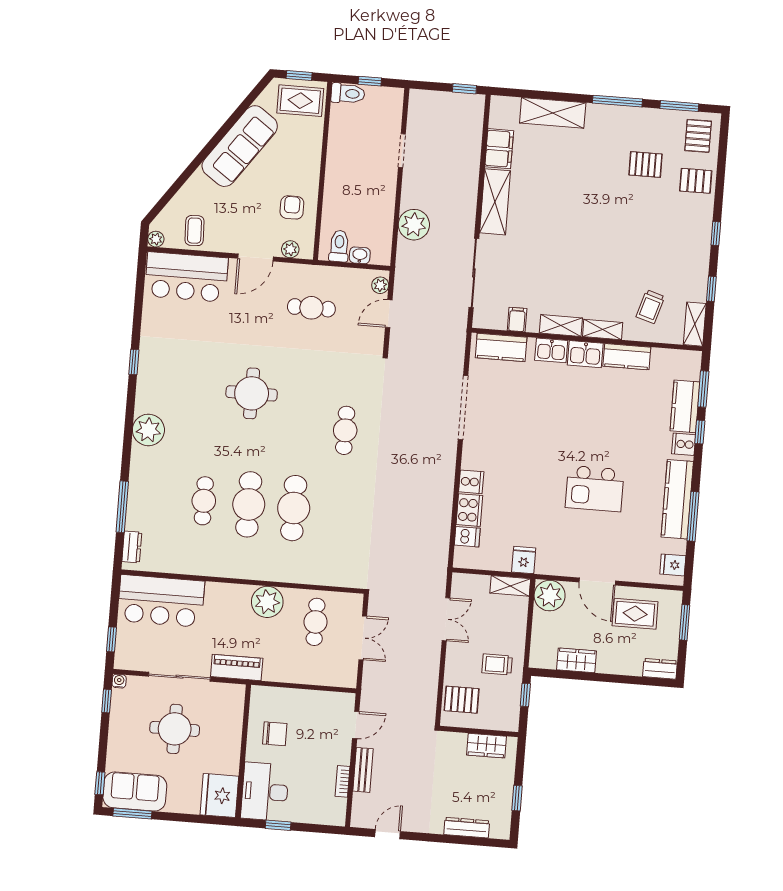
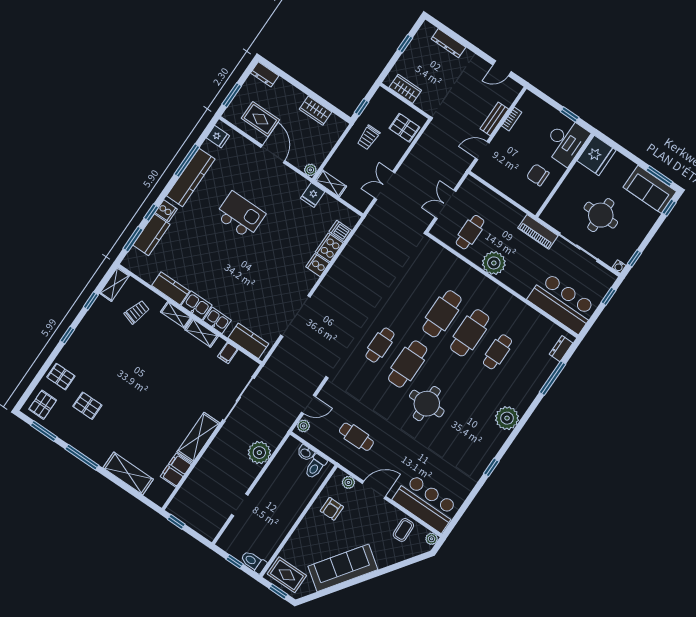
cafe table: (300, 427) -> (408, 364), added
plant: (550, 596) -> (310, 170), width x0.53, depth x0.53
trolley: (497, 664) -> (368, 137), turned 90

